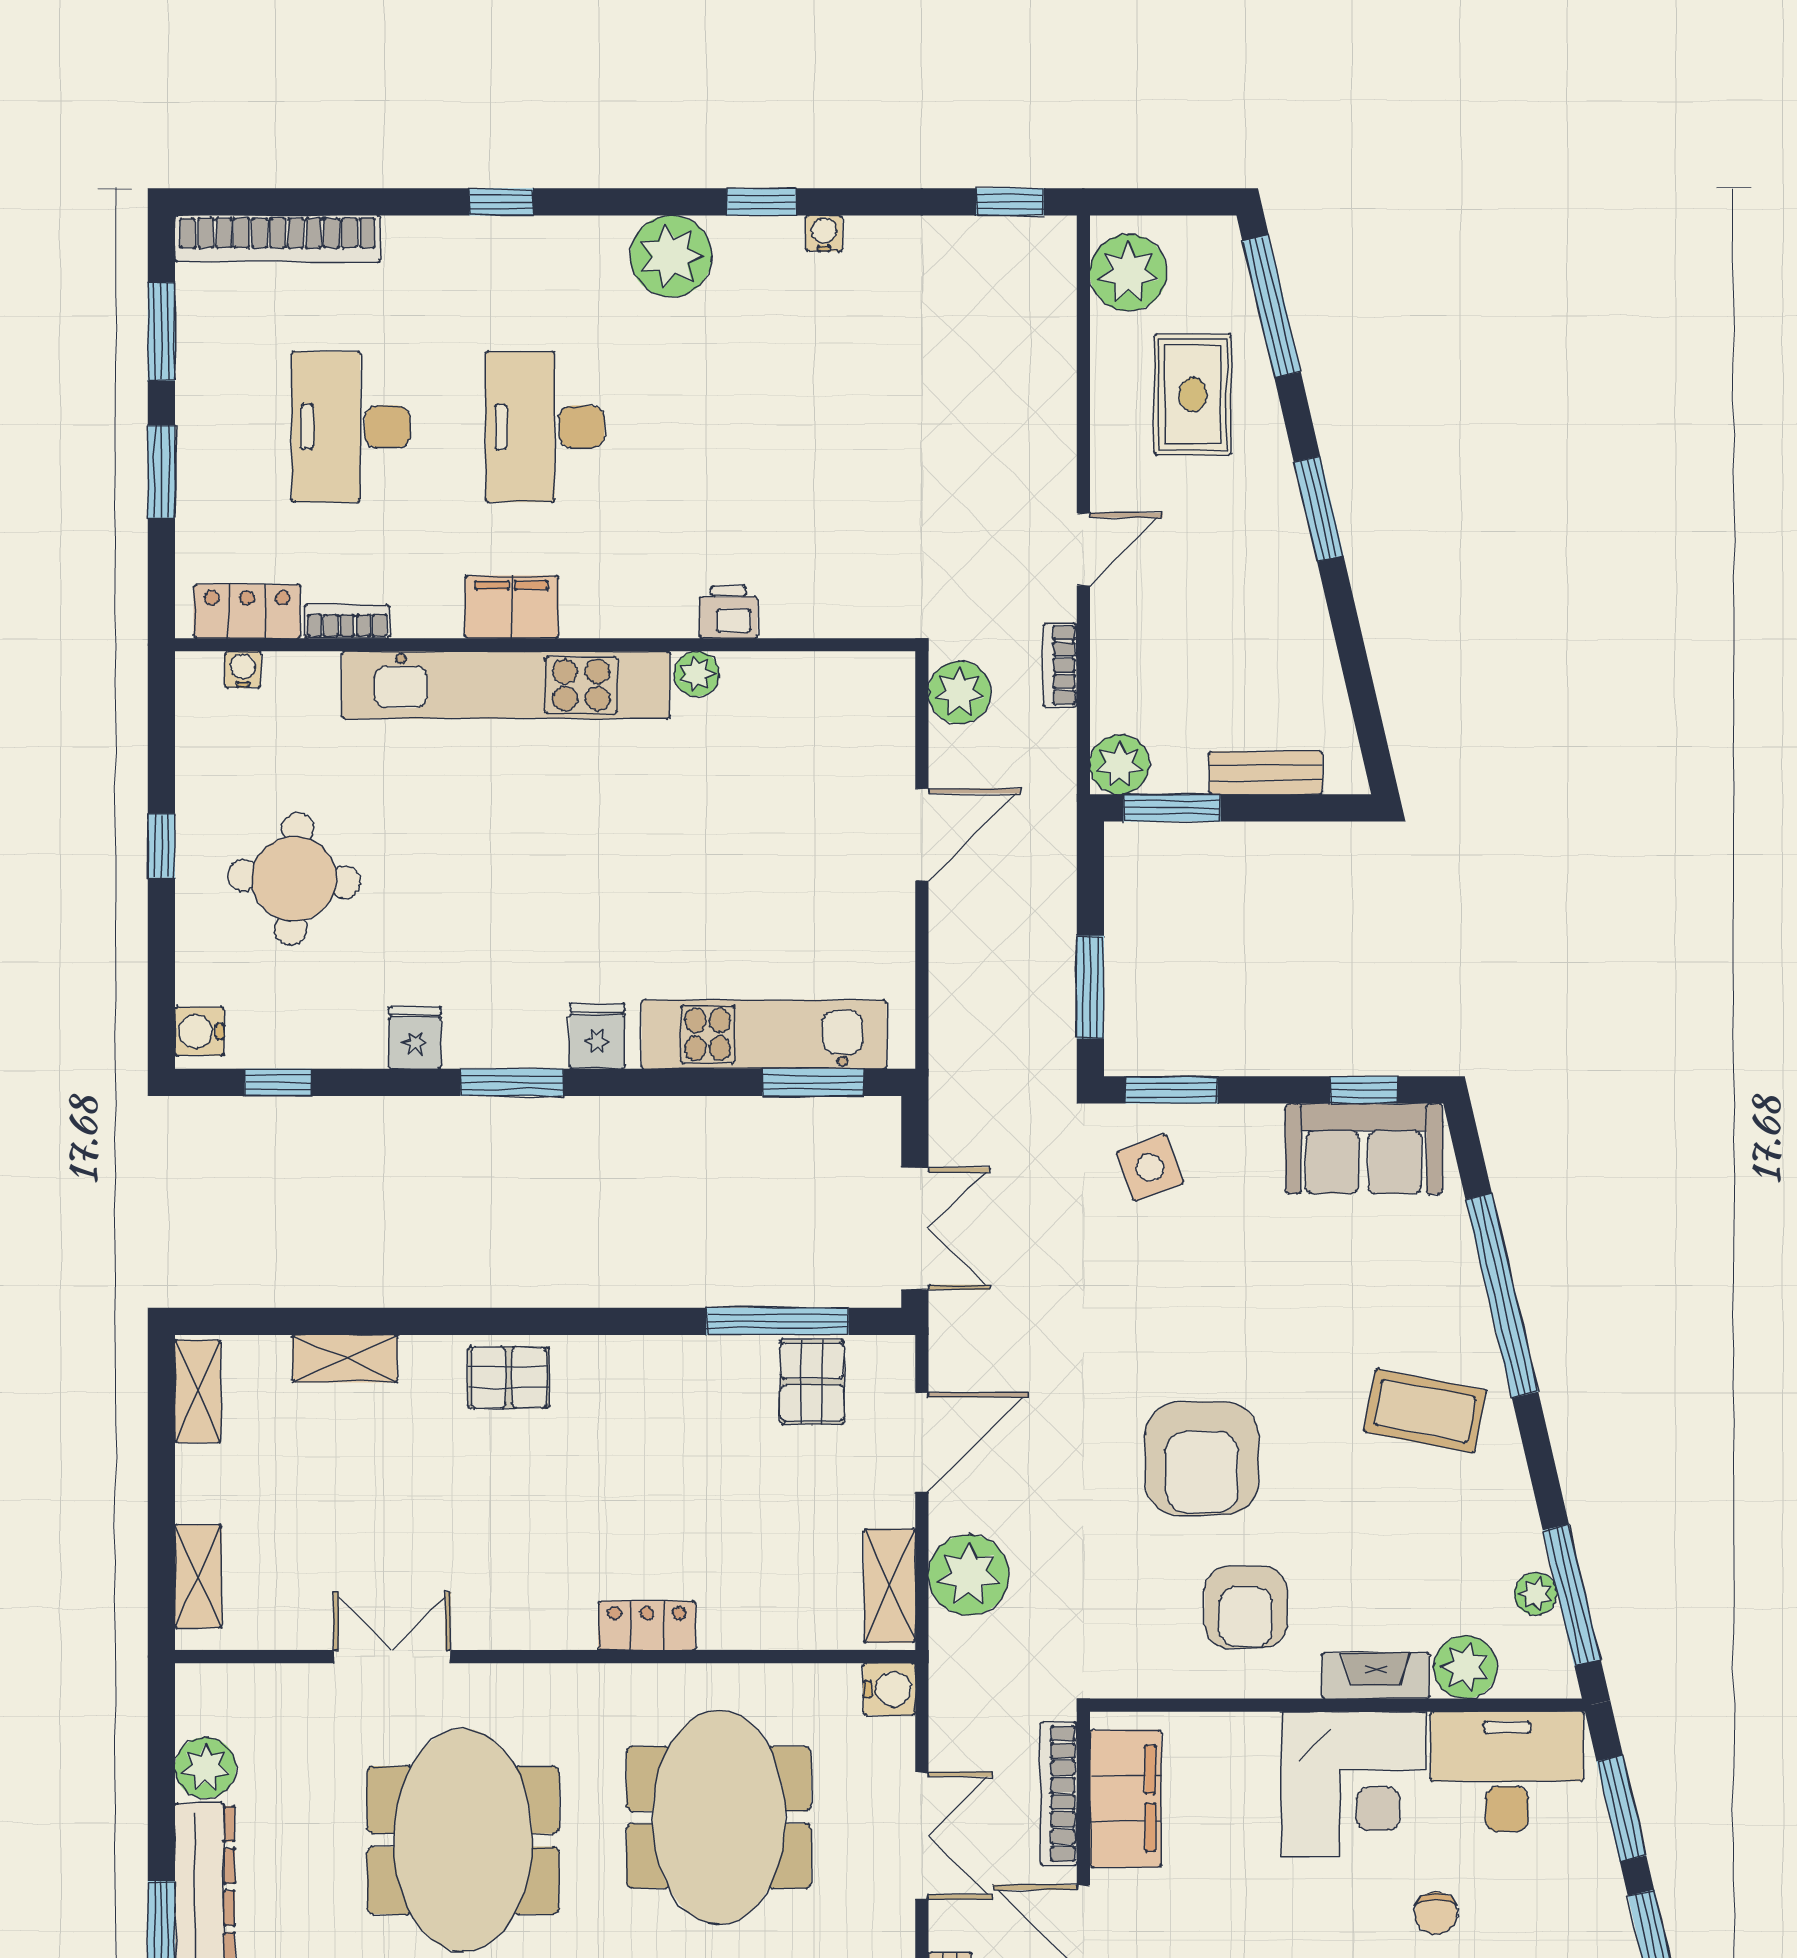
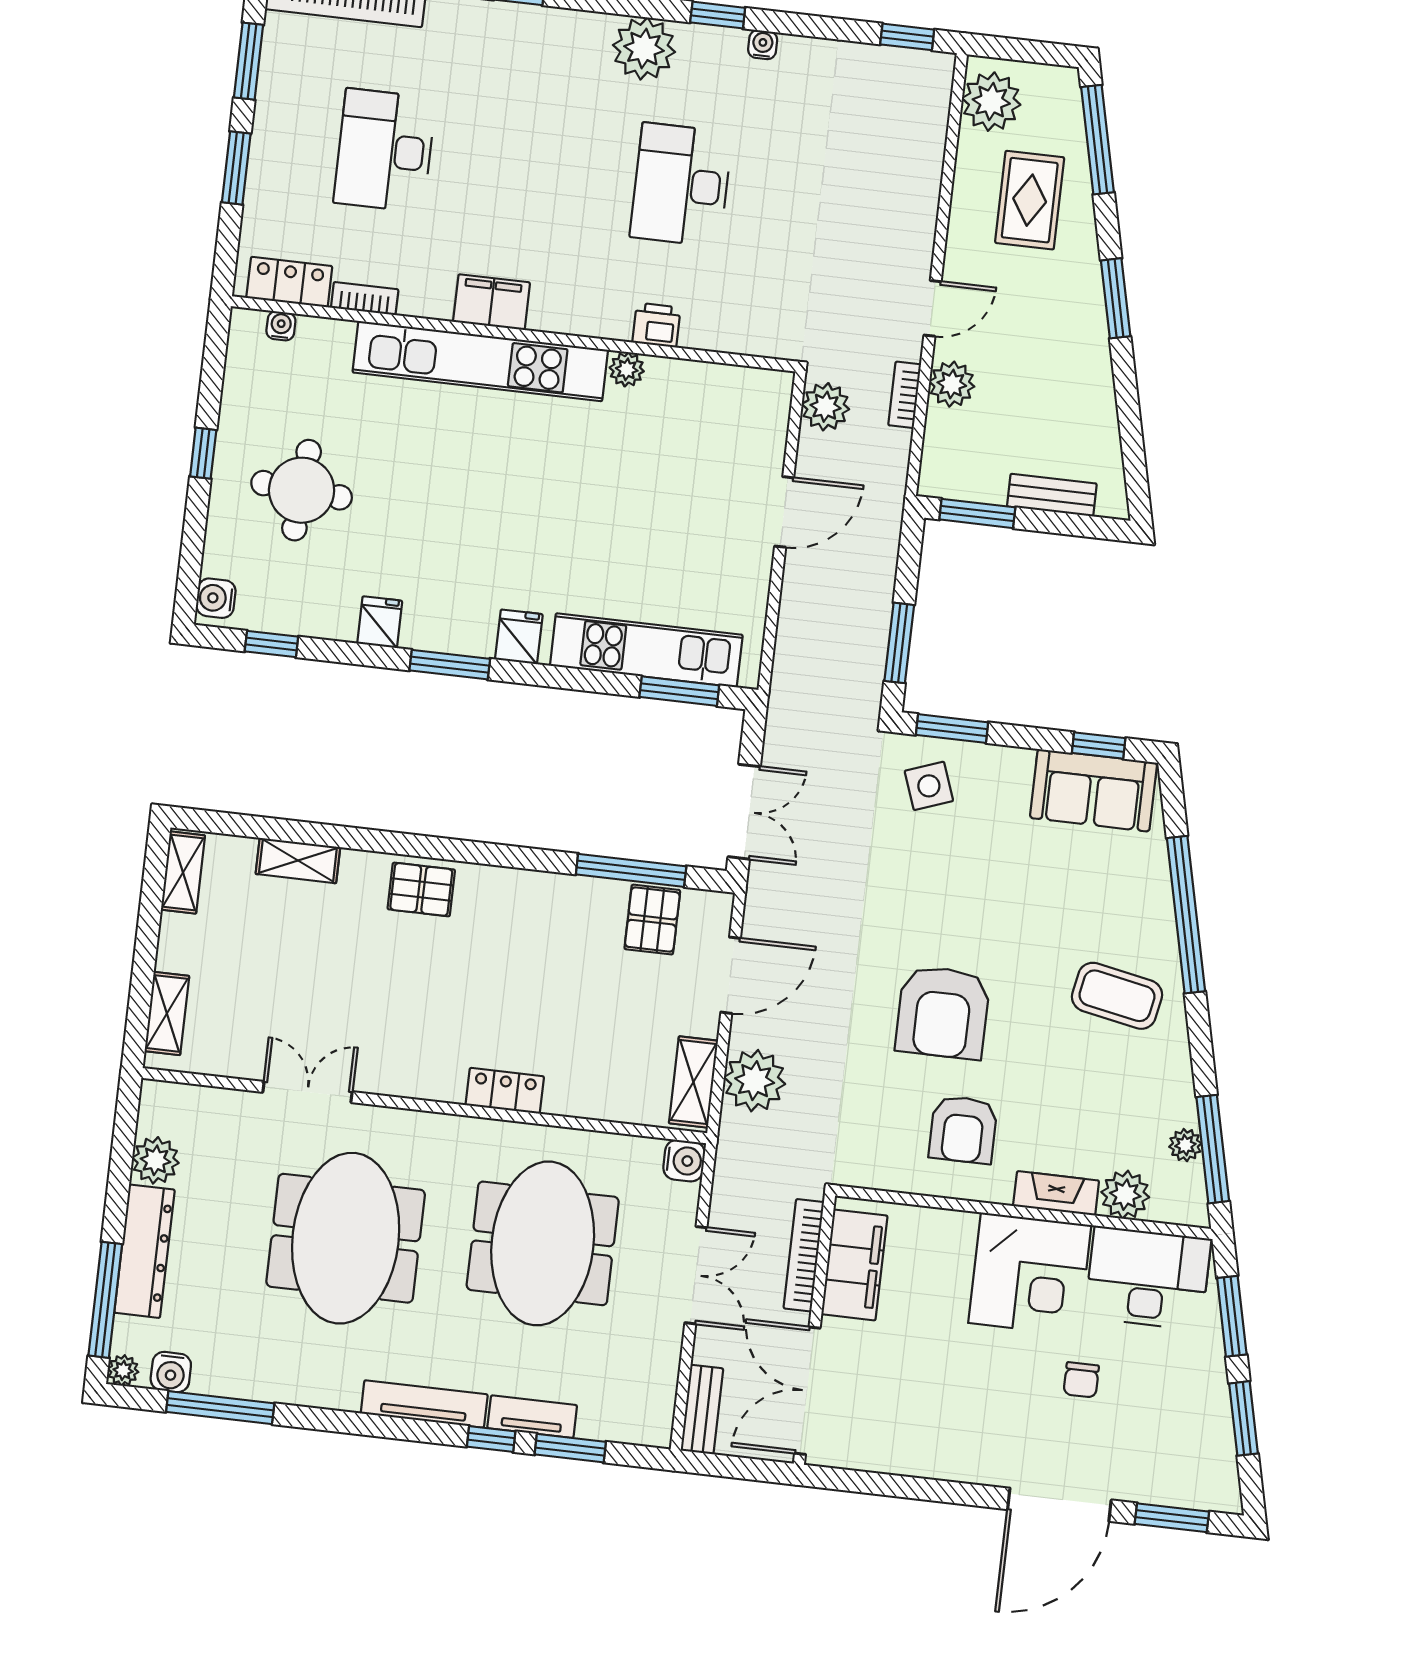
desk: (545, 427) -> (681, 185), moved
plant: (1120, 765) -> (952, 384), moved

